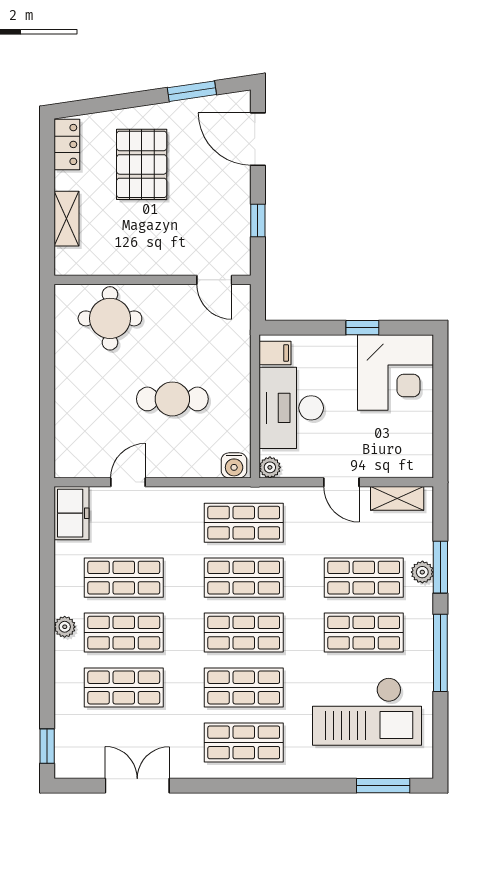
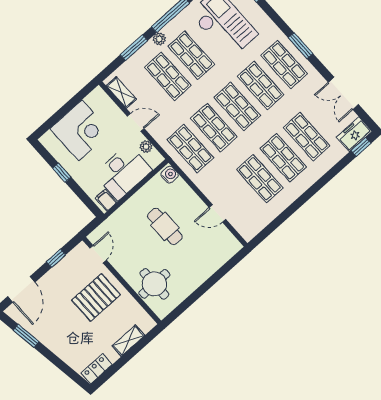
pallet: (142, 164) -> (96, 297), moved
corner desk: (396, 373) -> (80, 130), moved, turned 90
plant: (270, 467) -> (146, 147), moved
door: (341, 482) -> (136, 122), hinge flipped
freezer: (71, 513) -> (354, 134), moved
plant: (422, 572) -> (159, 39), moved
plant: (65, 627) -> (303, 185), removed
window: (249, 786) -> (301, 46), added

